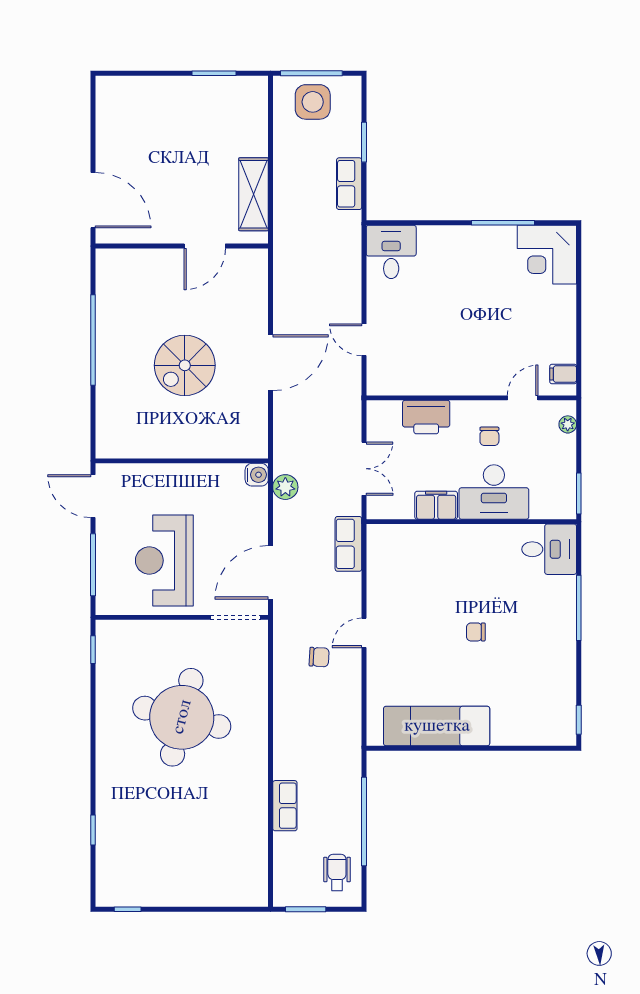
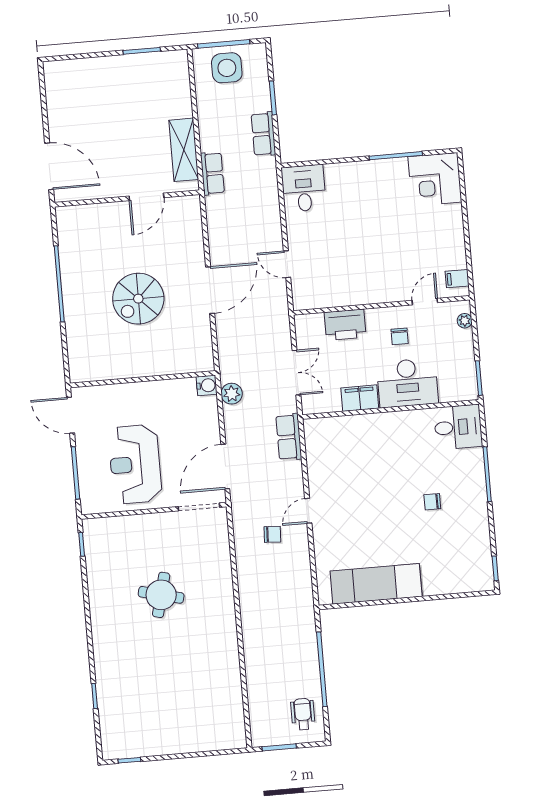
chair: (476, 632) -> (432, 502), moved
round table: (182, 717) -> (161, 595), width x0.54, depth x0.54
row of seats: (285, 806) -> (212, 173), moved

